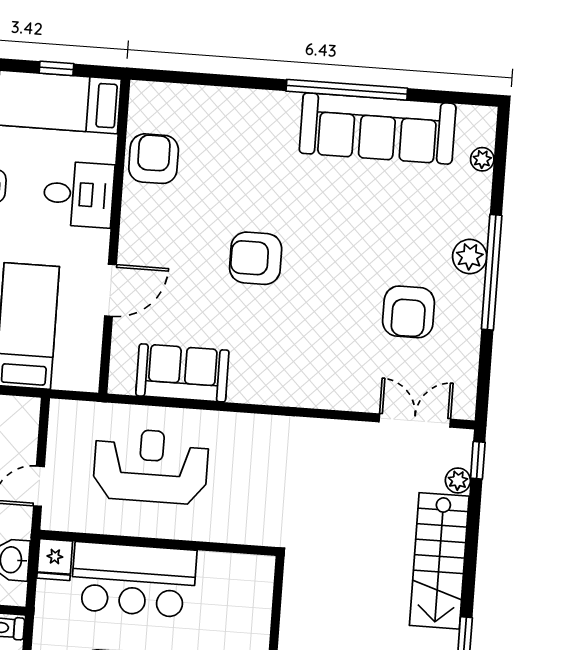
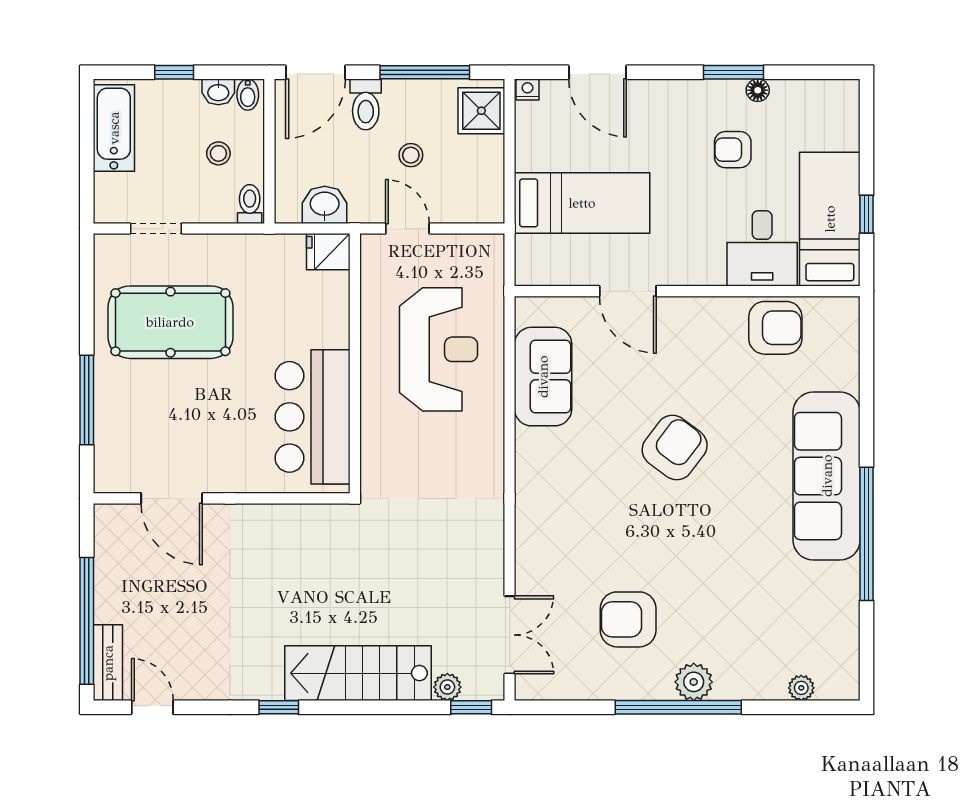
sofa: (378, 128) -> (827, 476), moved
desk: (79, 194) -> (762, 248), moved
armchair: (256, 258) -> (675, 448), turned 37
bar counter: (134, 580) -> (313, 417), moved

